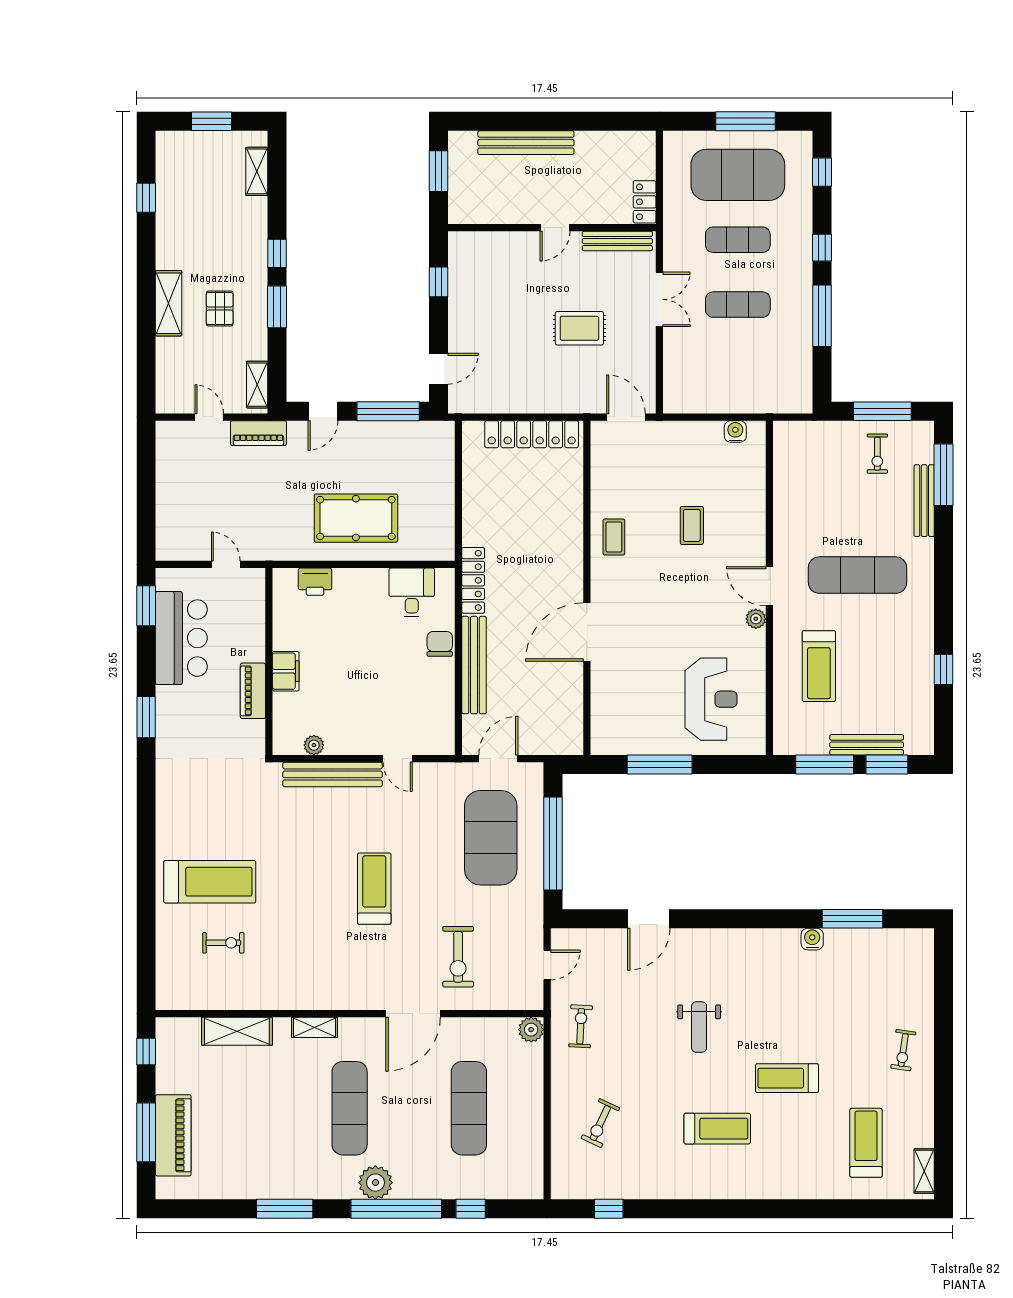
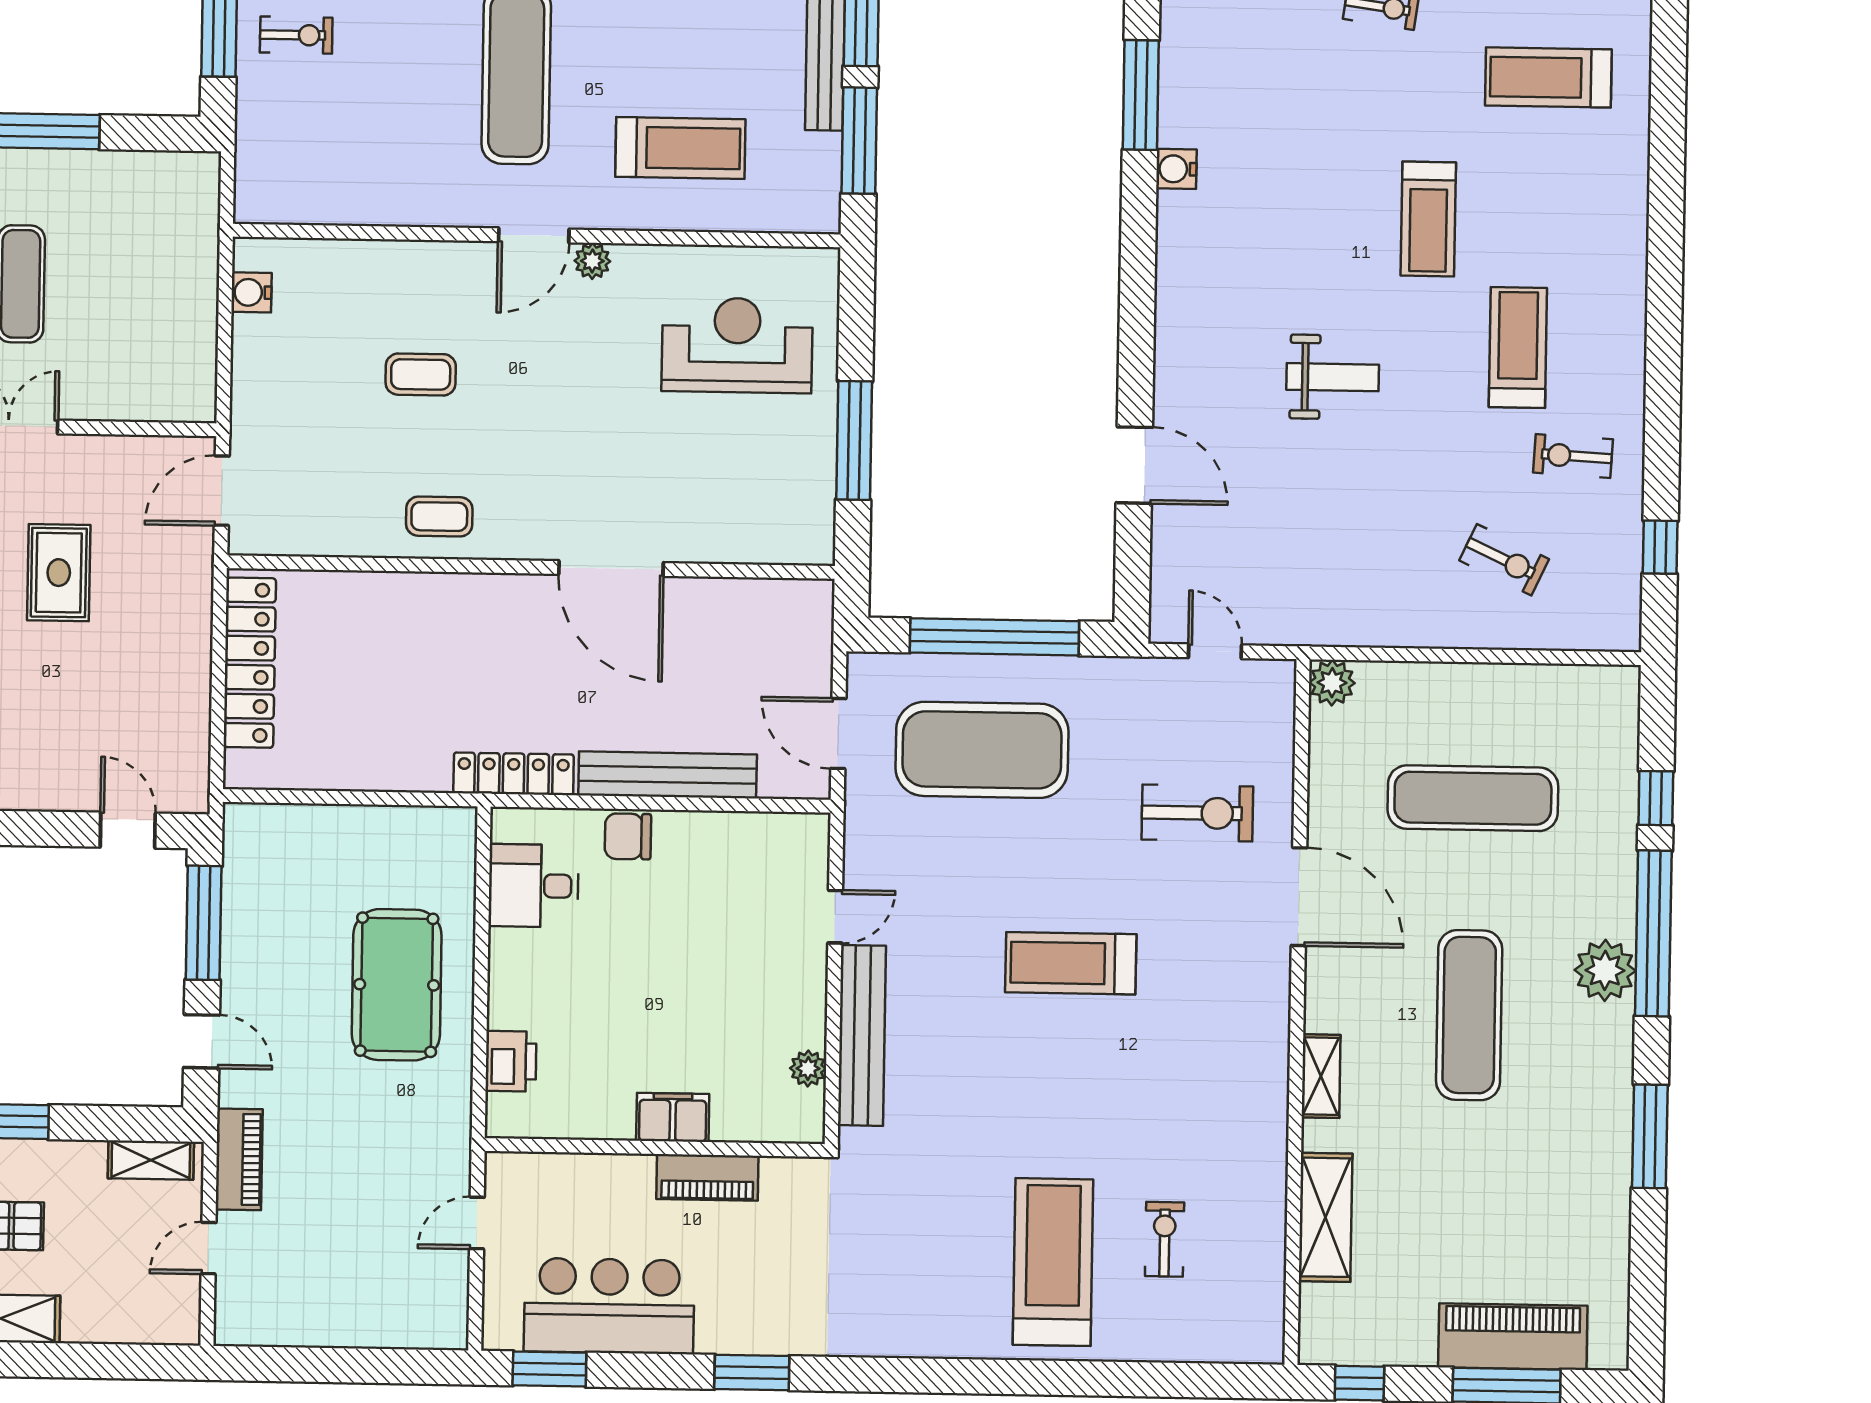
exercise bike: (581, 1026) -> (1573, 456), moved
exercise mat: (350, 1108) -> (1469, 1015), turned 90

